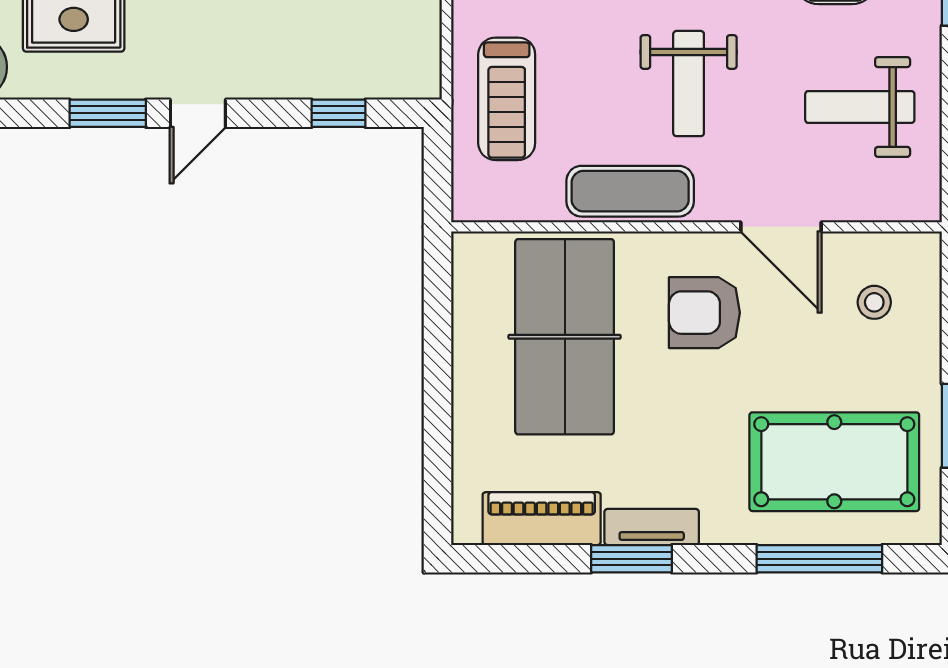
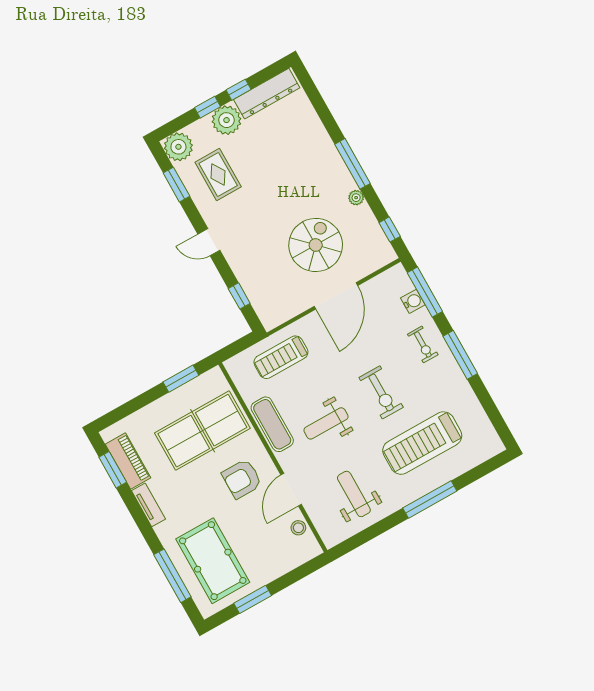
window: (108, 113) -> (176, 185), moved
stool: (874, 302) -> (298, 528), moved
armchair: (704, 313) -> (242, 479), turned -90
window: (437, 322) -> (181, 379), added
window: (631, 559) -> (113, 470), moved

